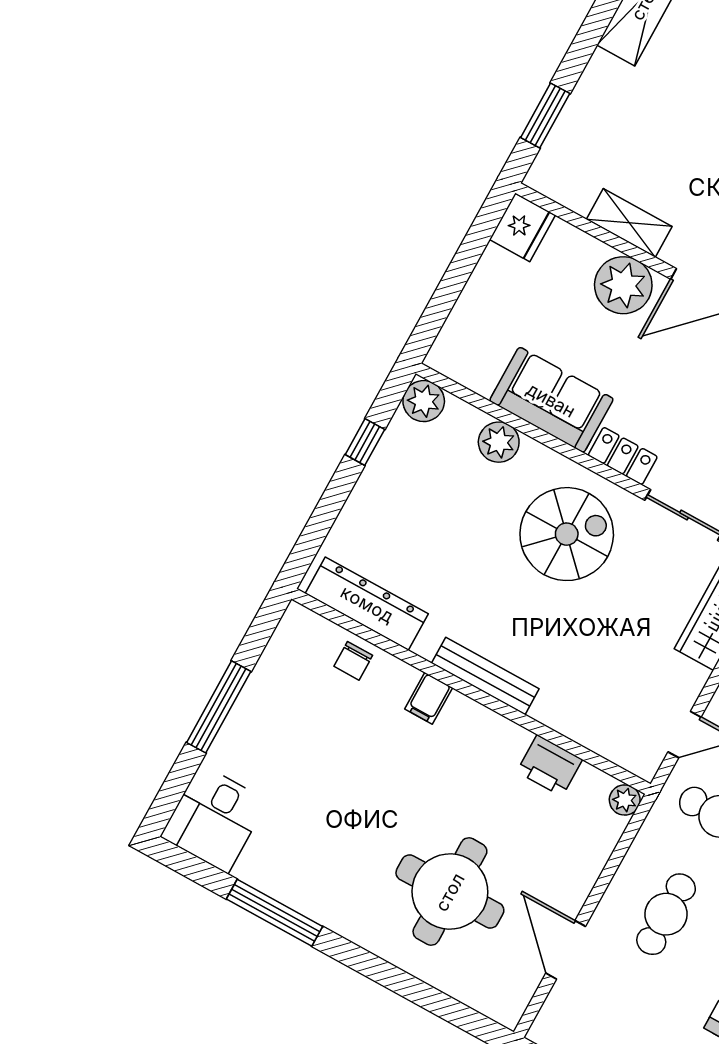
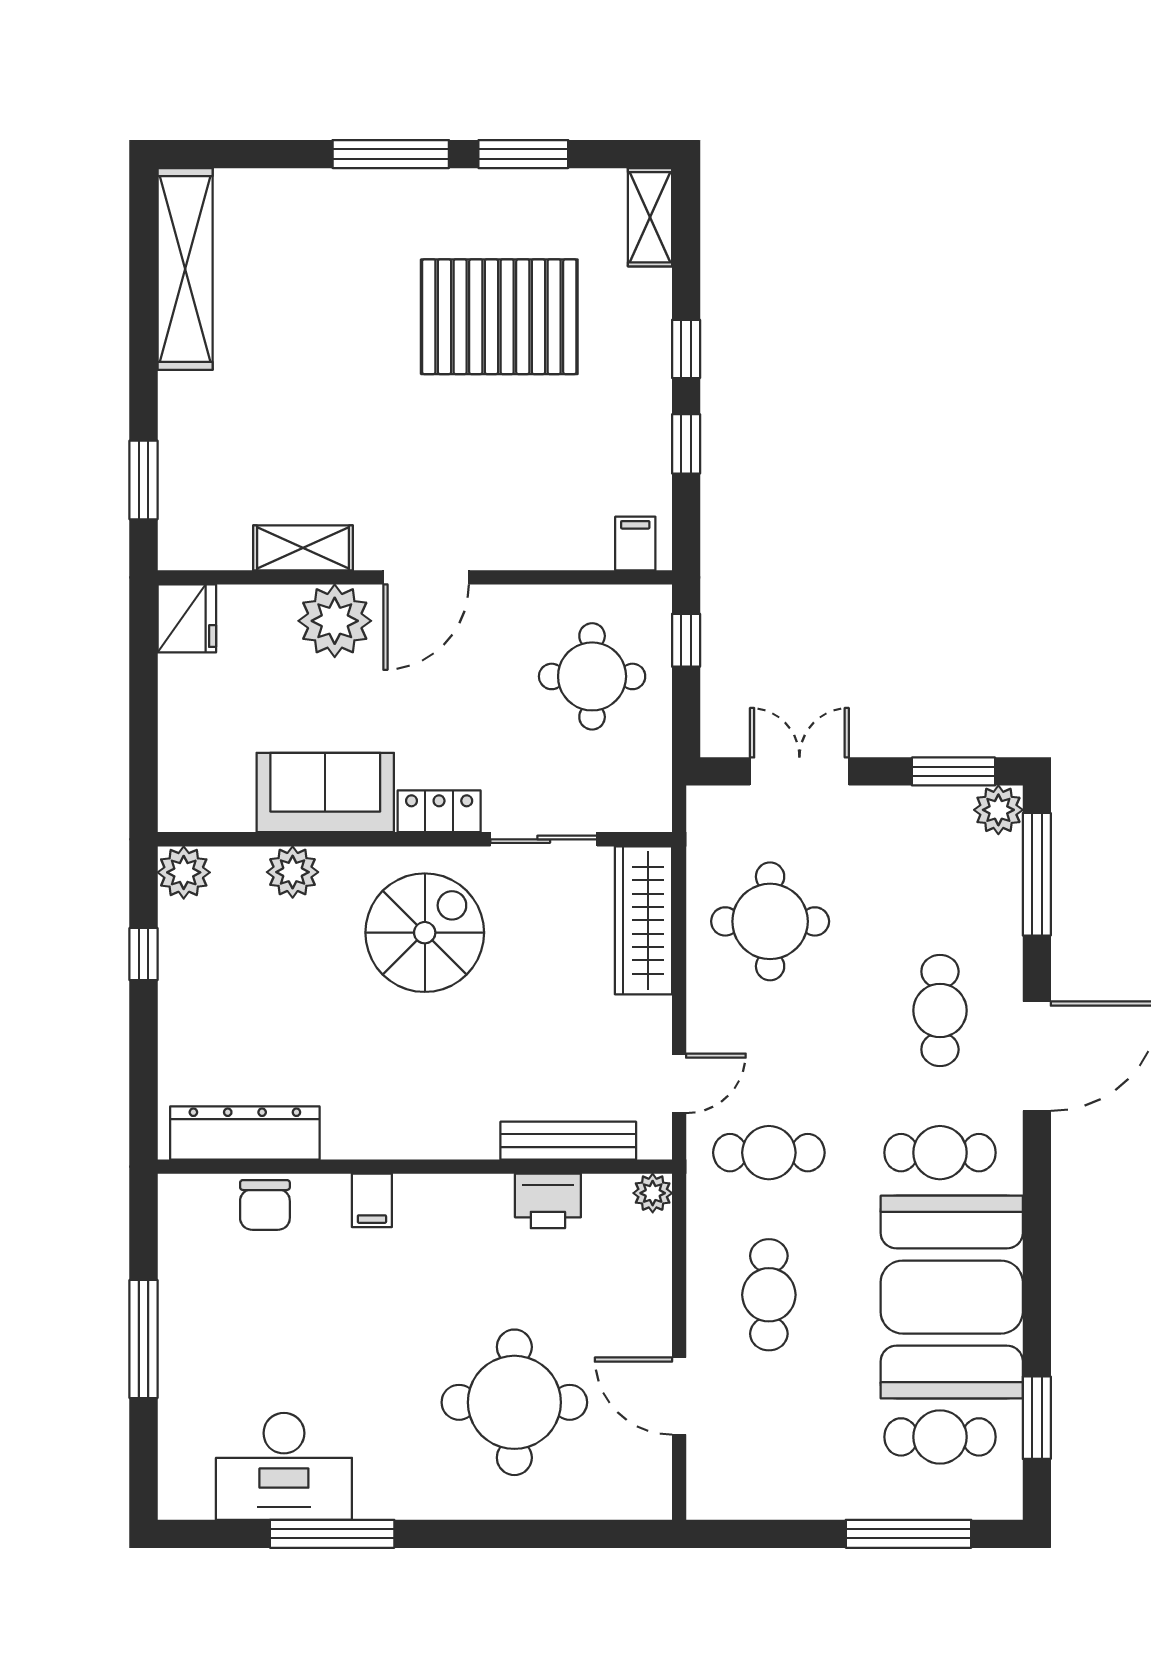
chair: (353, 661) -> (265, 1205), width x1.37, depth x1.37
bench: (485, 676) -> (568, 1141), moved
desk: (214, 819) -> (284, 1466), moved, width x1.37

